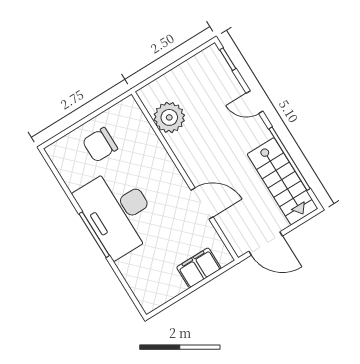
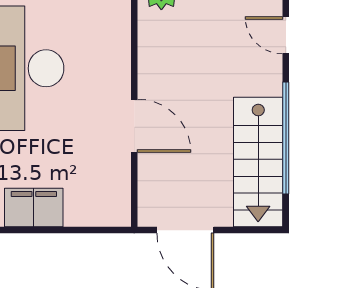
filing cabinet: (199, 268) -> (34, 208), moved

